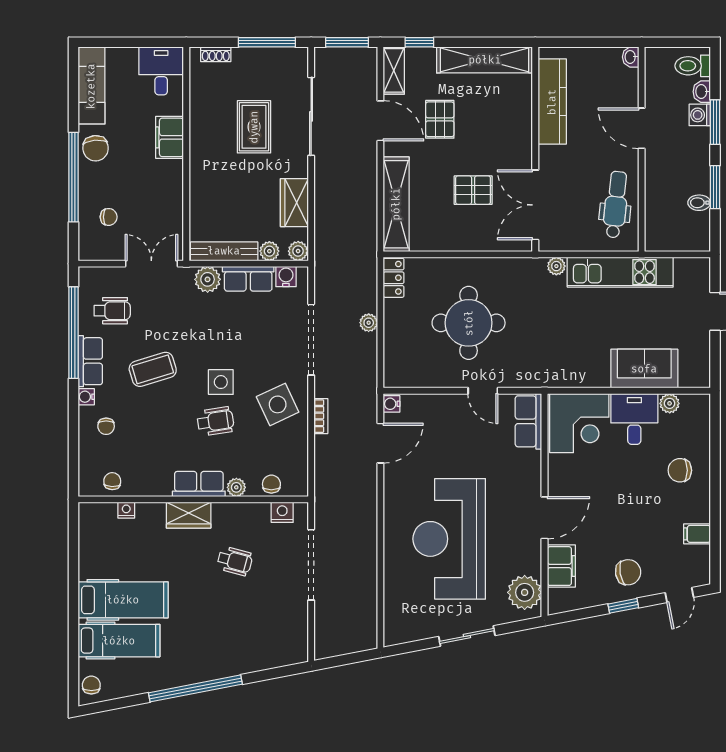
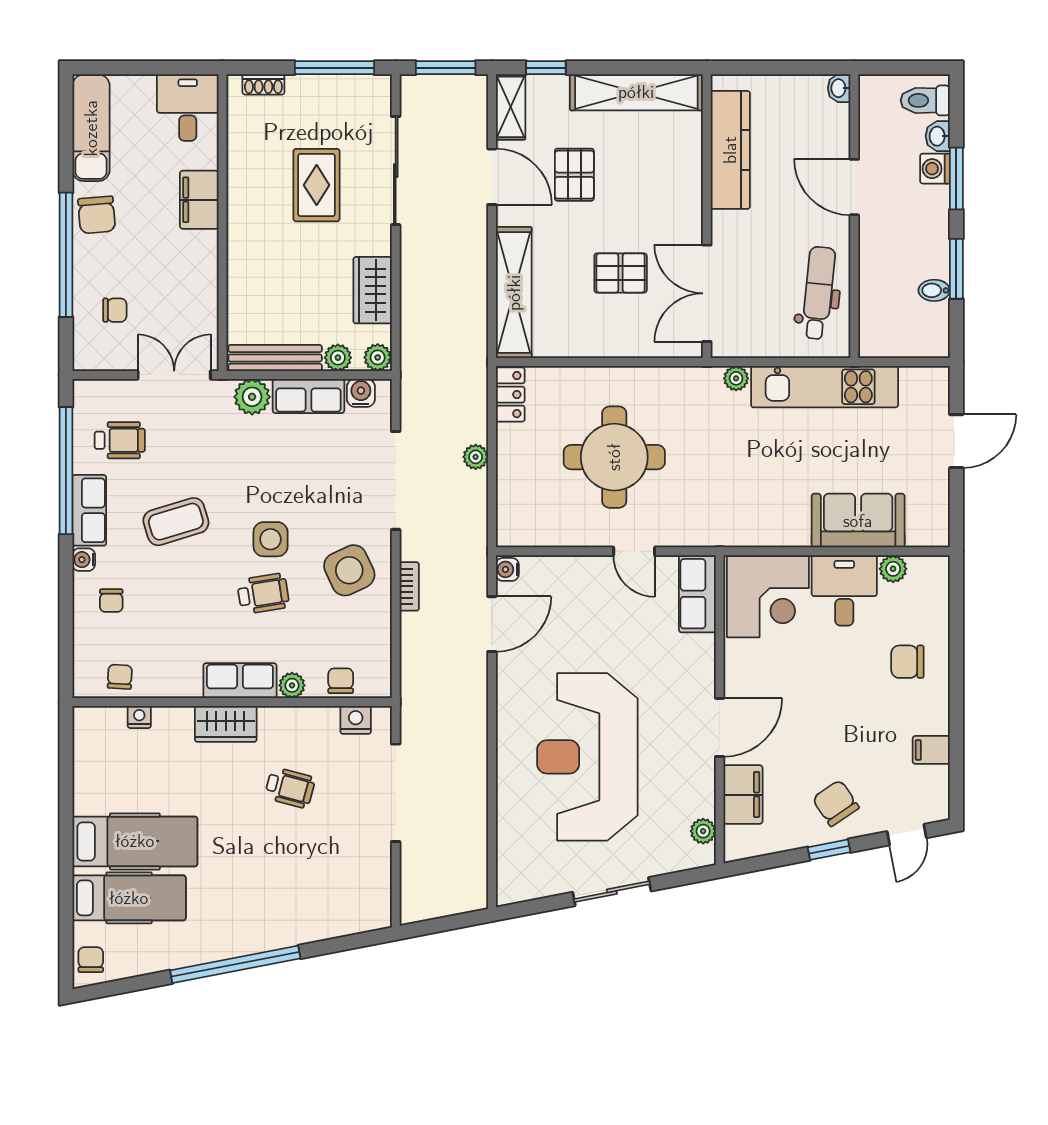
chair: (628, 572) -> (836, 803), turned -114
plant: (525, 592) -> (703, 831), width x0.53, depth x0.53

